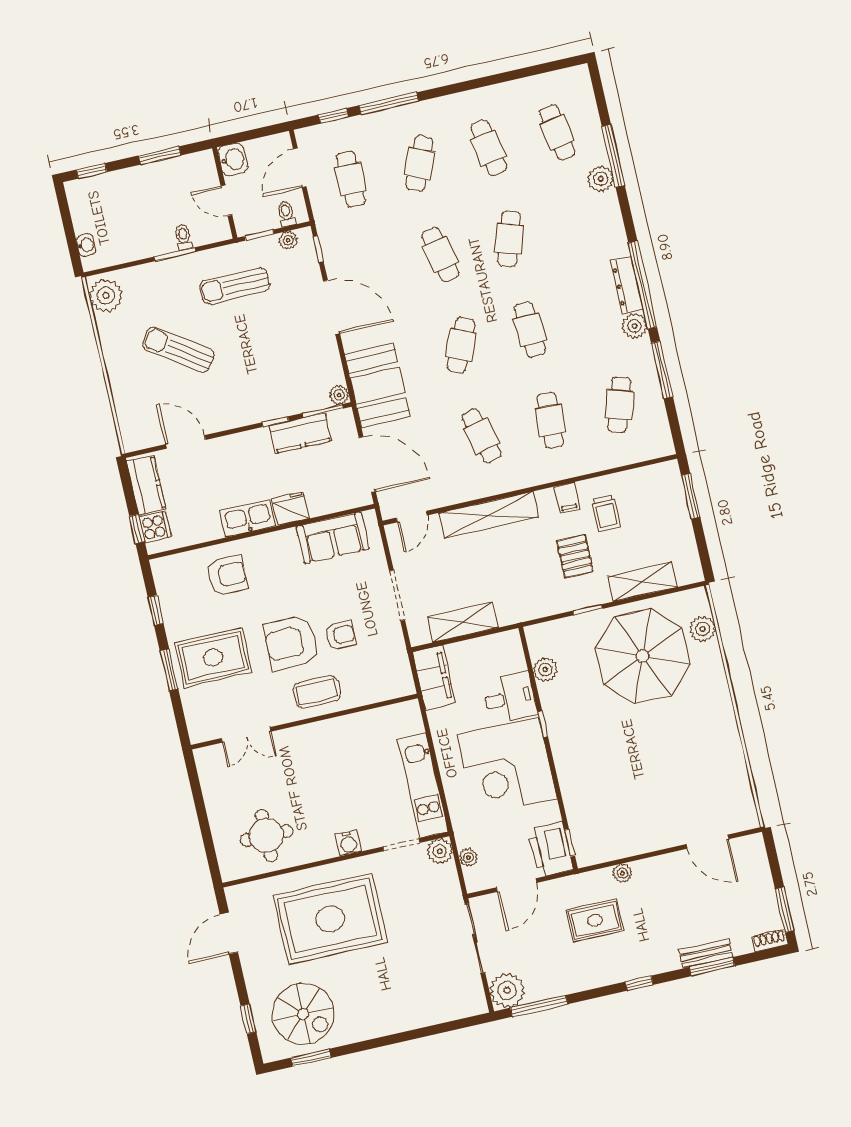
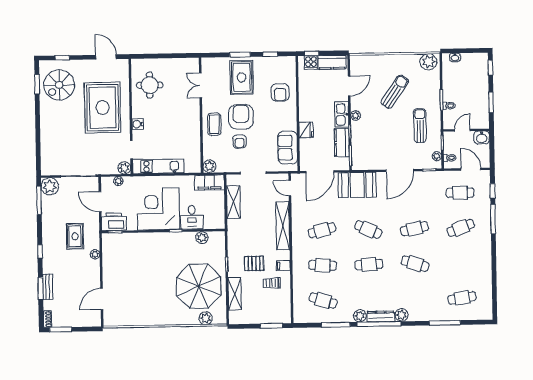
cafe table: (488, 148) -> (461, 263), removed
cafe table: (420, 164) -> (461, 228), turned -45
plant: (601, 179) -> (401, 315), moved
plant: (339, 395) -> (356, 115), moved
kitchen sink: (248, 518) -> (342, 114), moved, turned 180
plant: (402, 684) -> (209, 166), added

